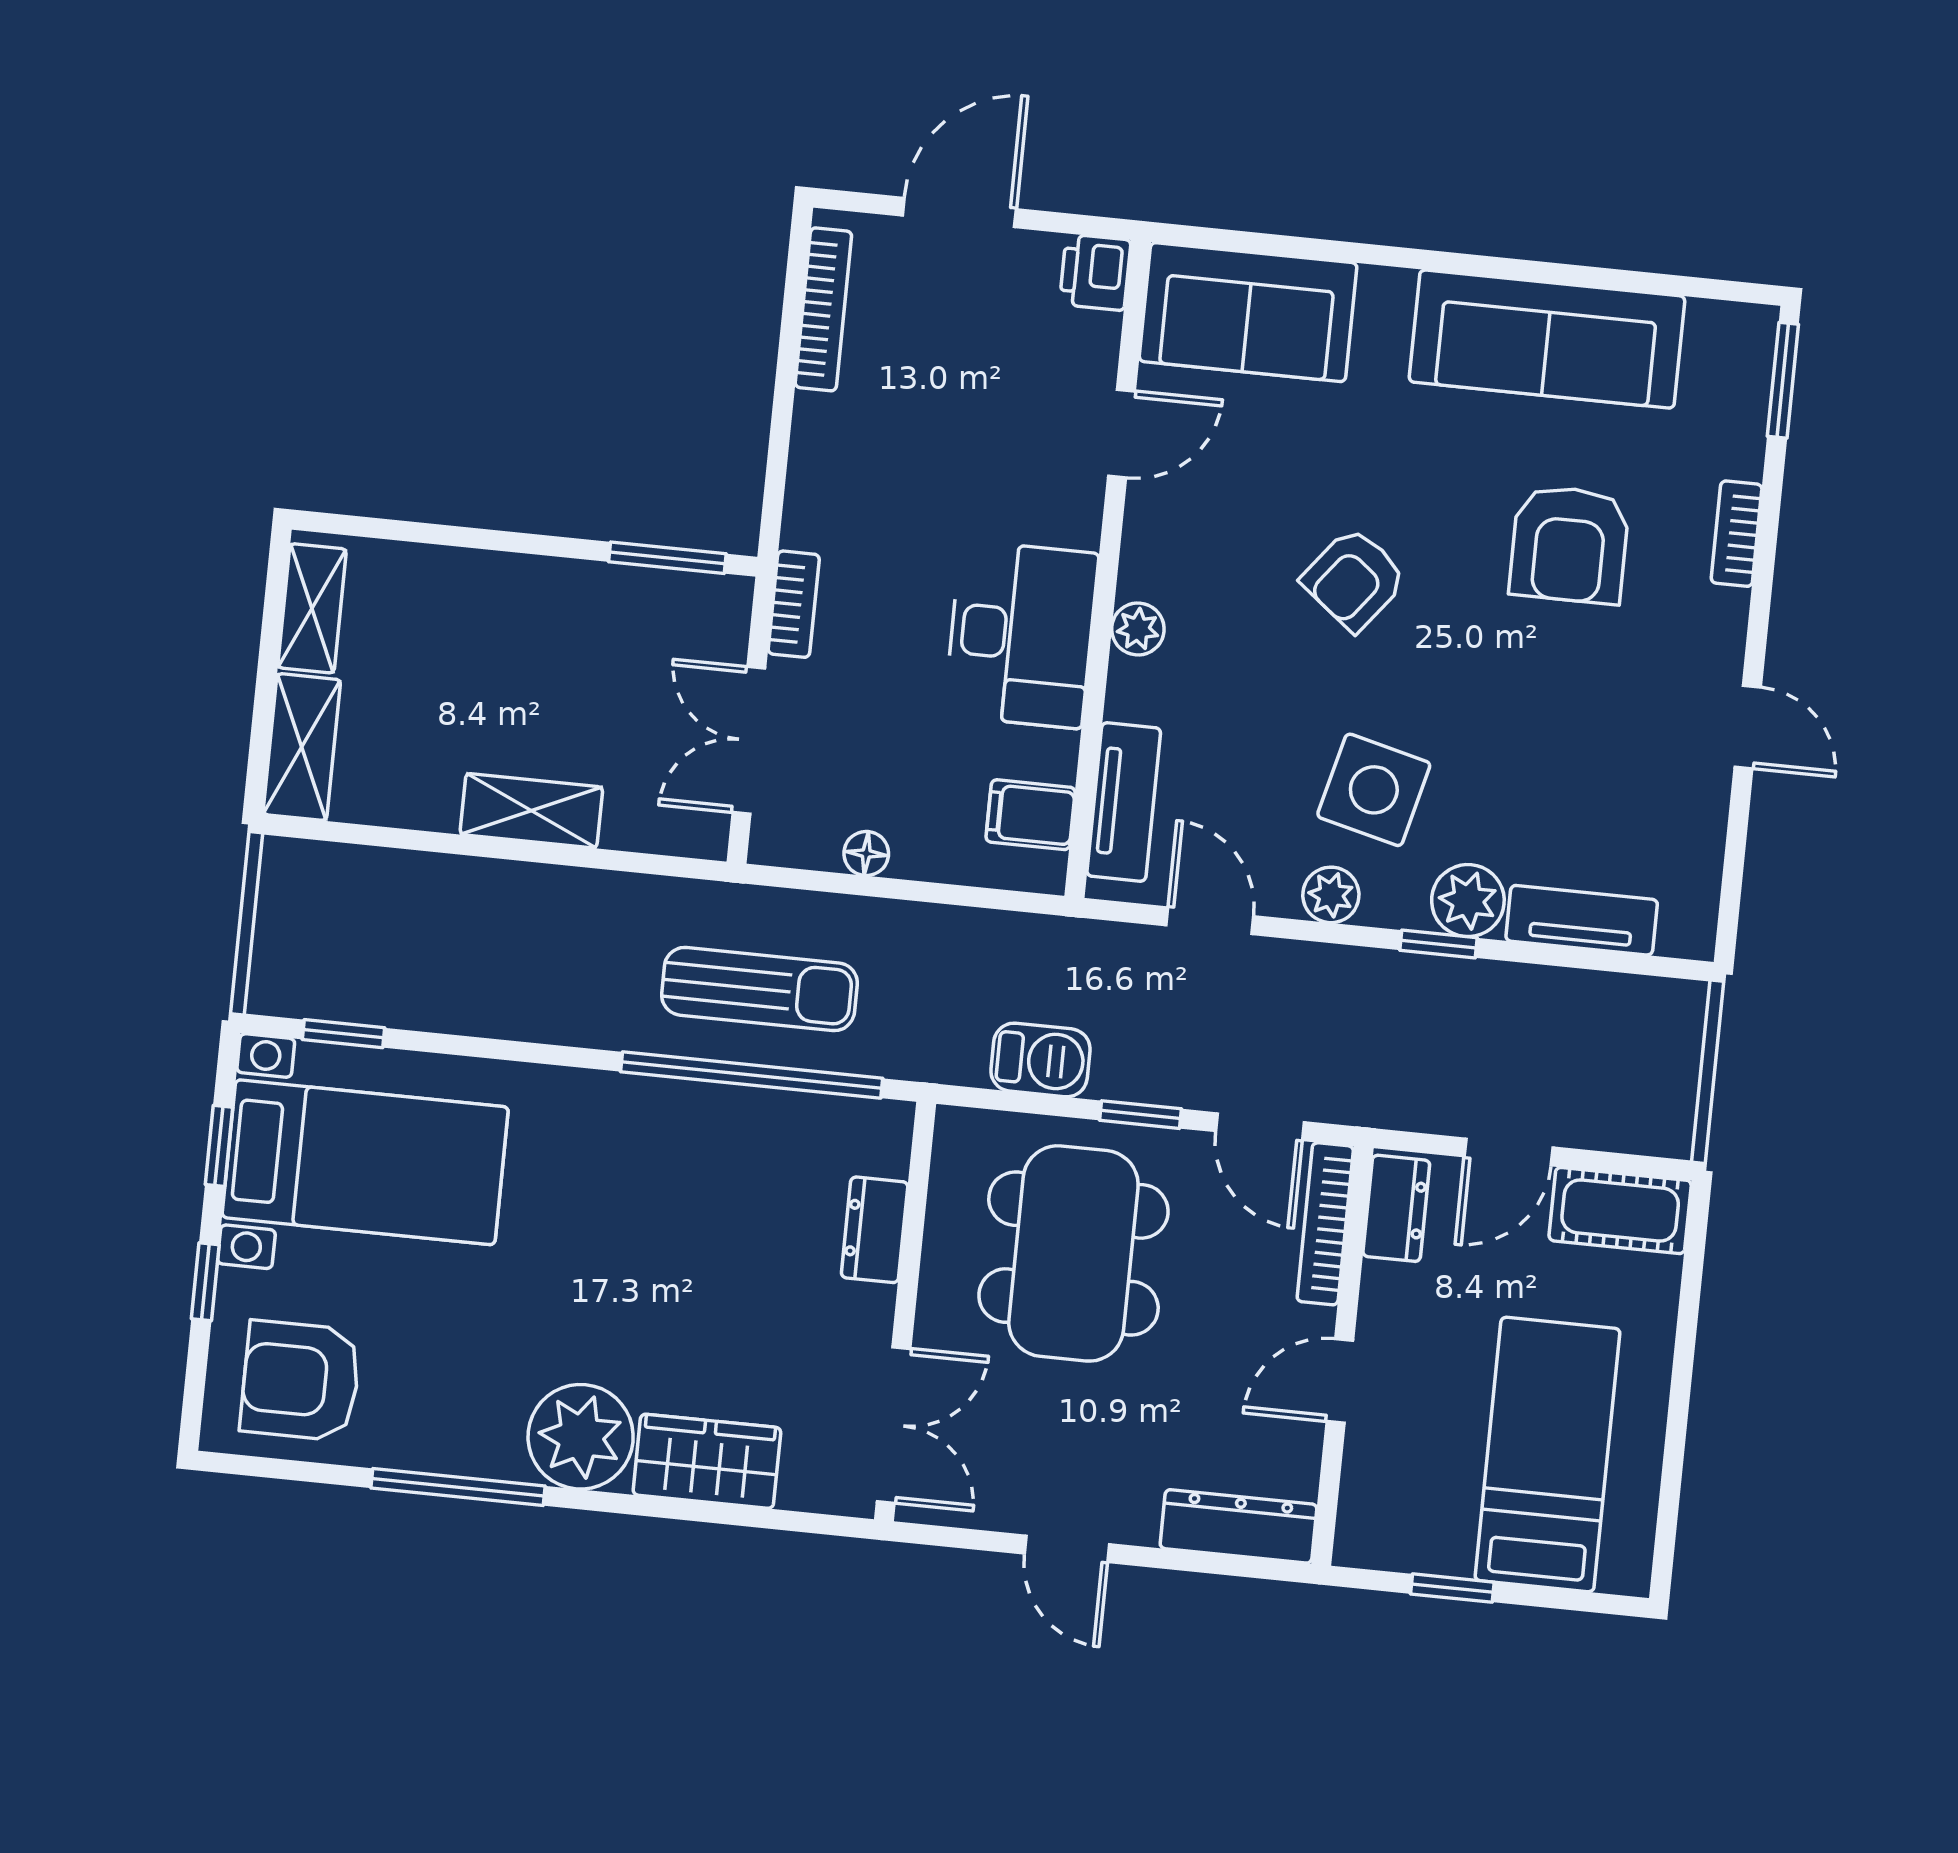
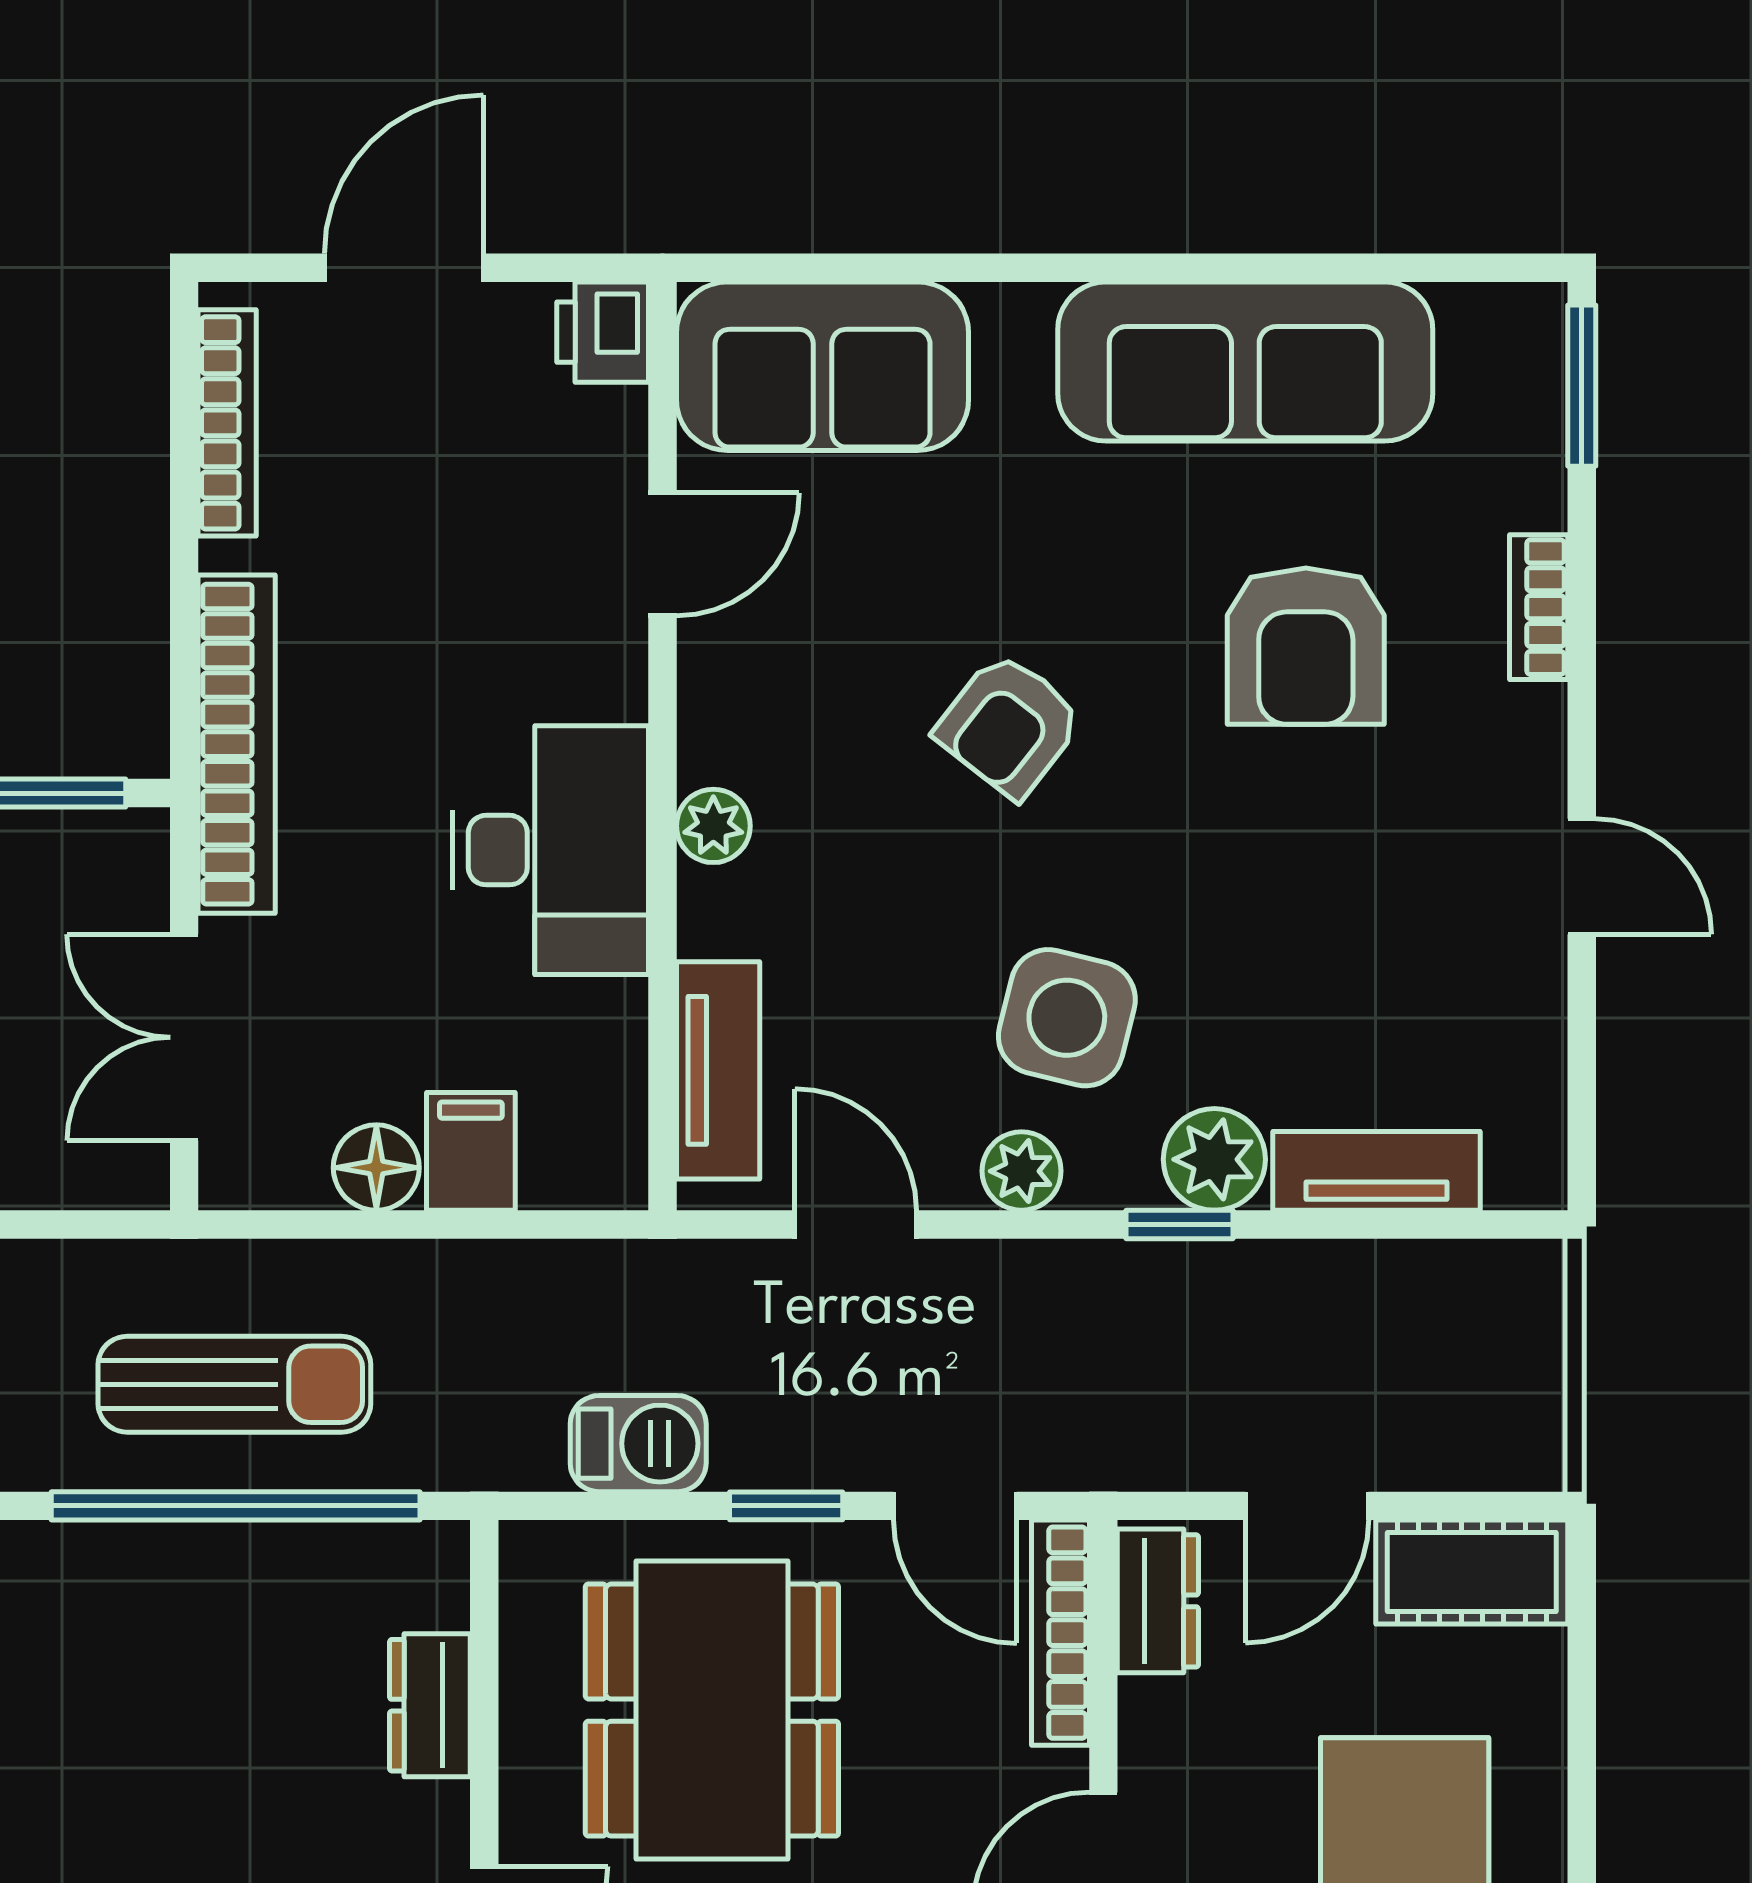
bookcase: (794, 604) -> (237, 744), width x2.31, depth x1.31
filing cabinet: (1031, 815) -> (471, 1151), moved, turned 90
floor lamp: (866, 854) -> (376, 1168), width x1.37, depth x1.37

